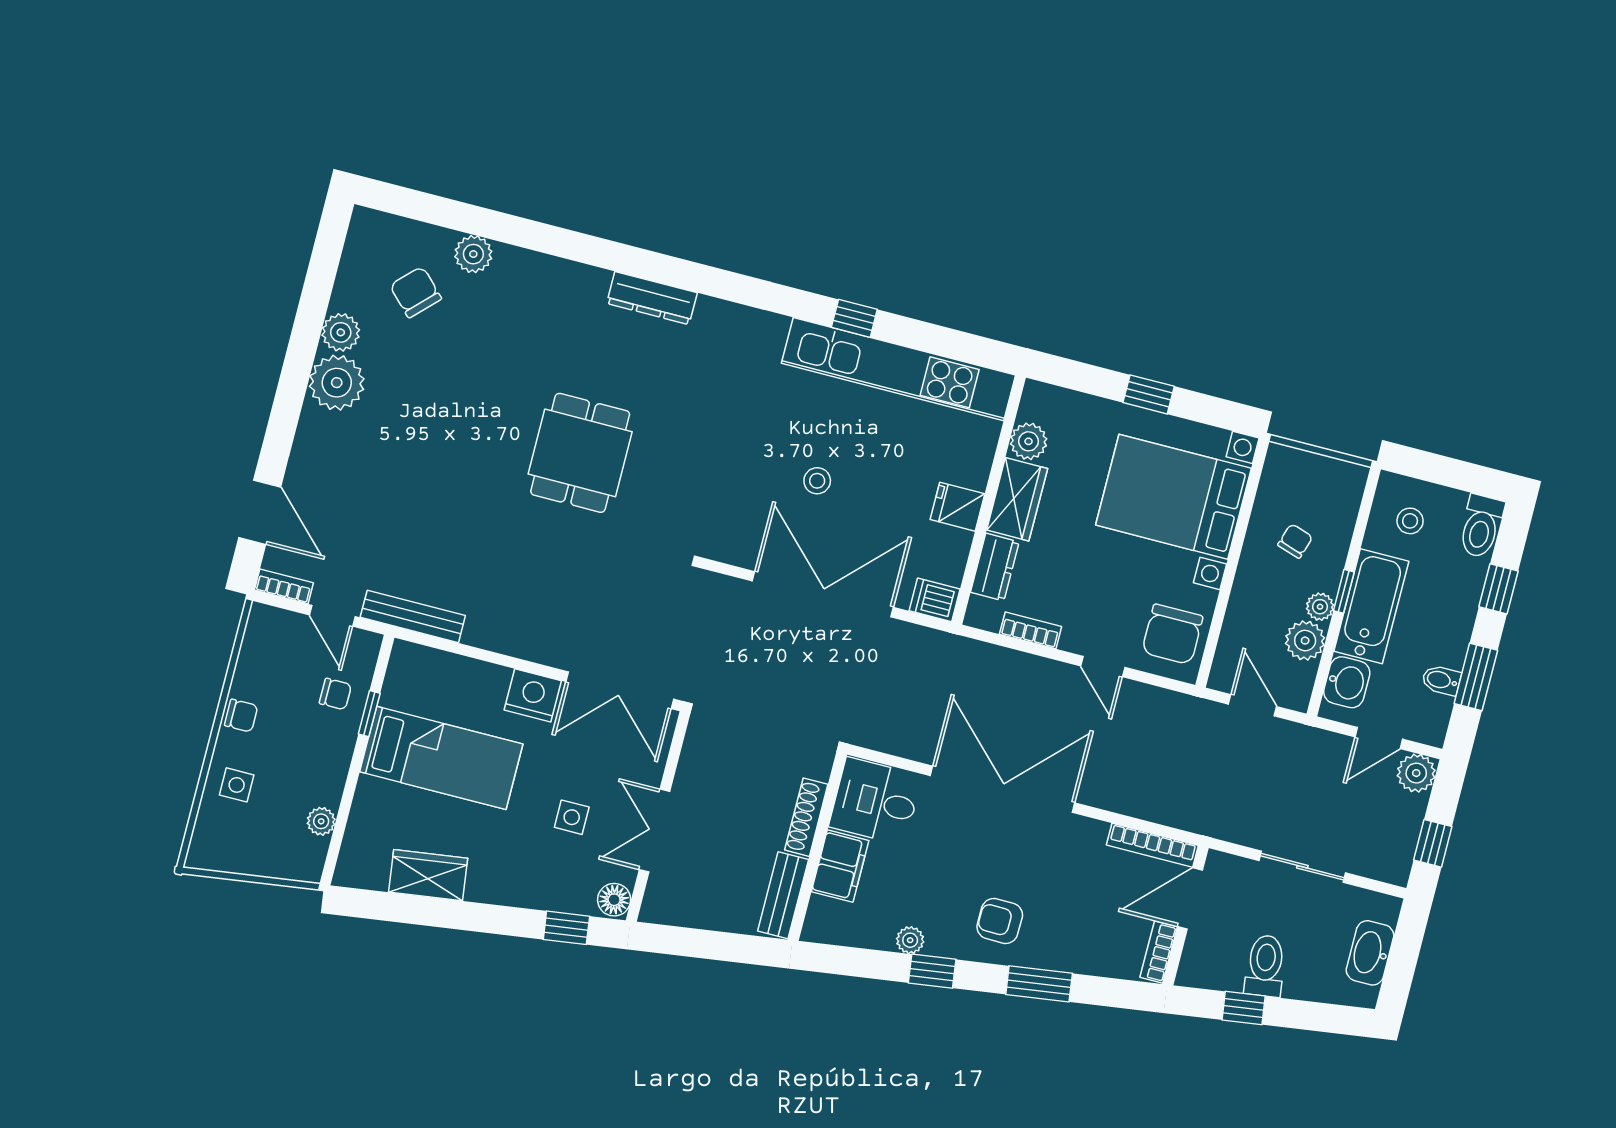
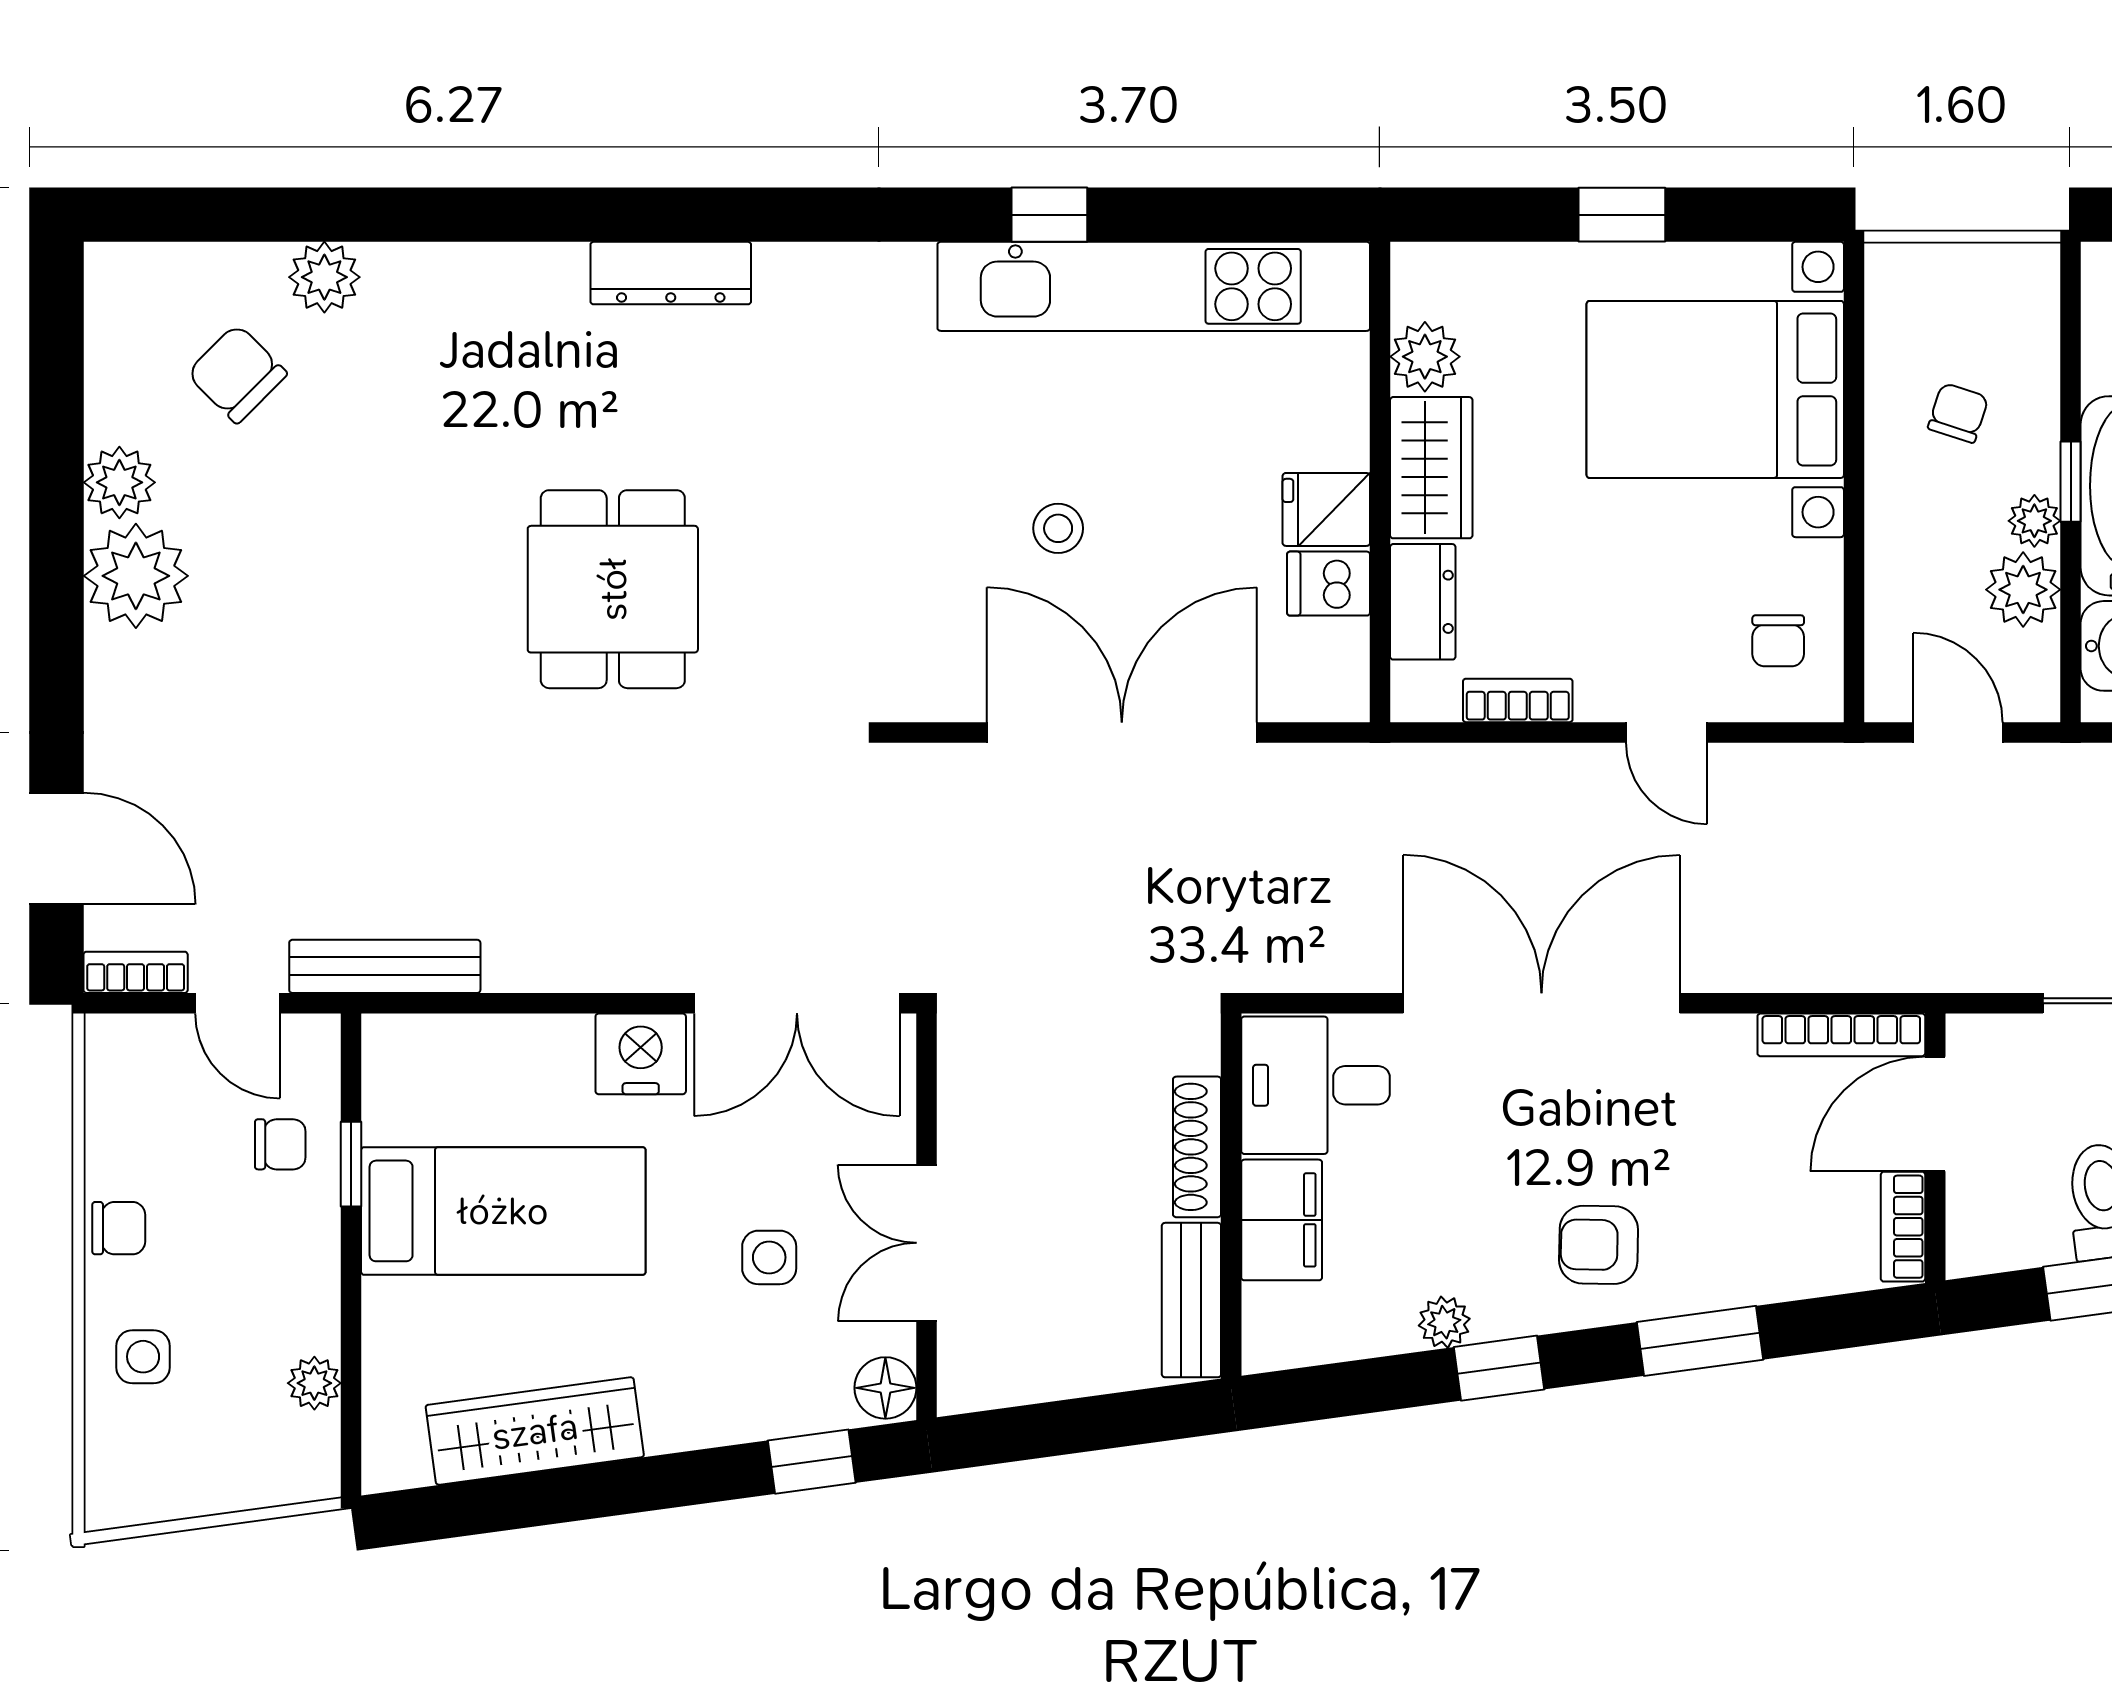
dishwasher: (935, 600) -> (1329, 584), moved
chair: (1172, 634) -> (1778, 641), width x0.54, depth x0.54
wardrobe: (428, 875) -> (535, 1431), width x1.50

